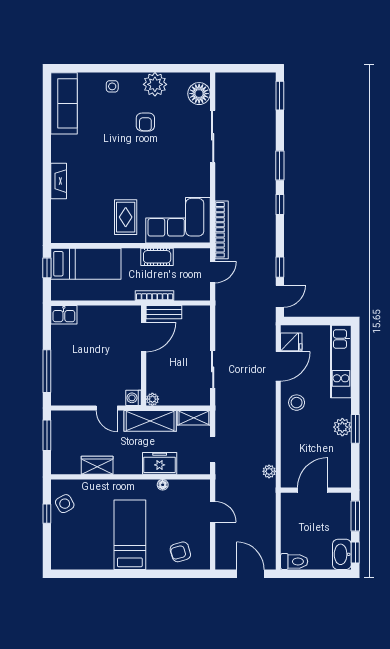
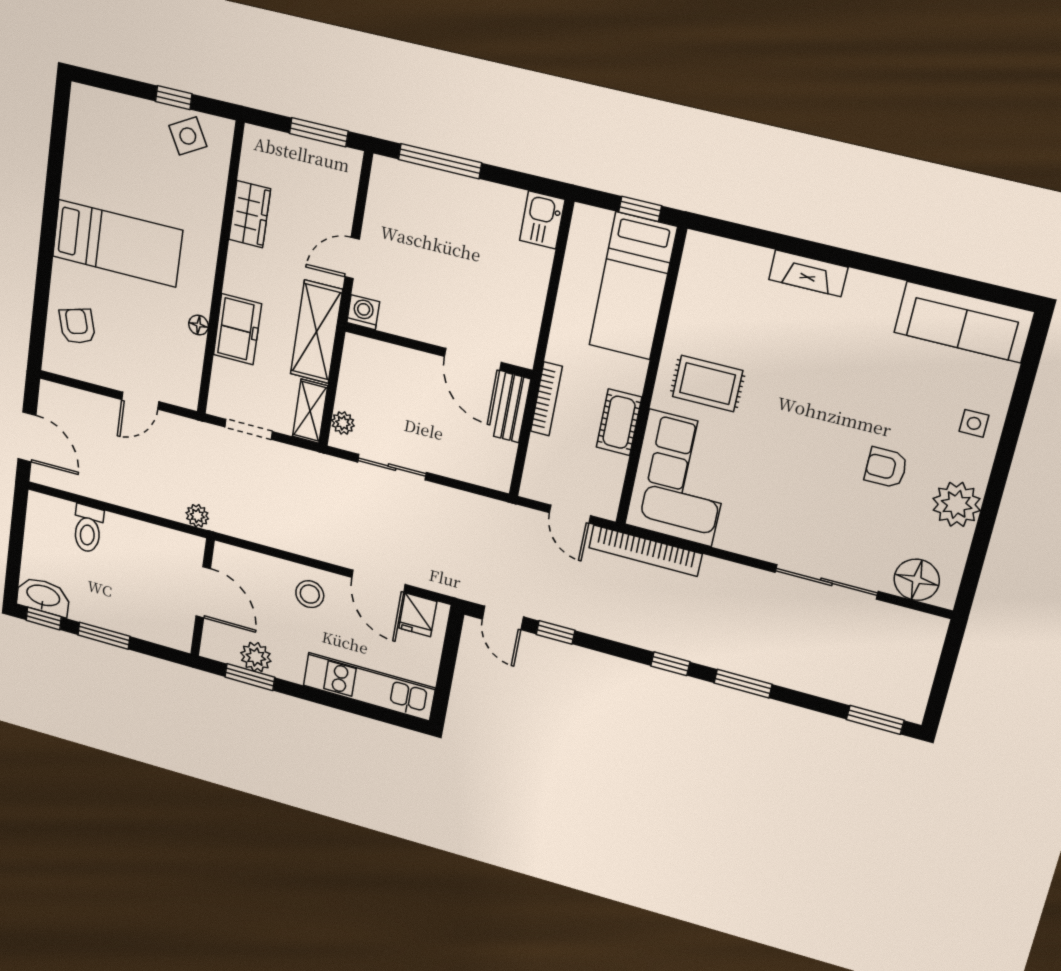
plant: (152, 399) -> (343, 423), moved
door: (313, 490) -> (203, 592), moved
wall: (316, 490) -> (203, 598), moved
toilet: (294, 561) -> (88, 529), moved
door: (250, 574) -> (27, 437), hinge flipped

